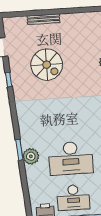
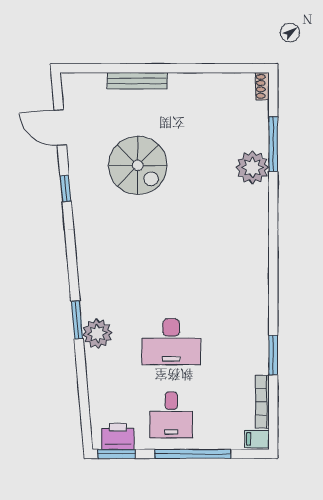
desk: (71, 158) -> (171, 342), width x0.73, depth x0.77
desk: (73, 198) -> (171, 415), width x0.73

